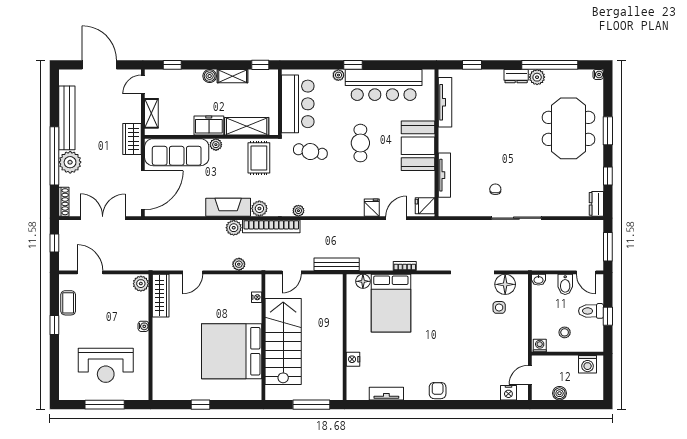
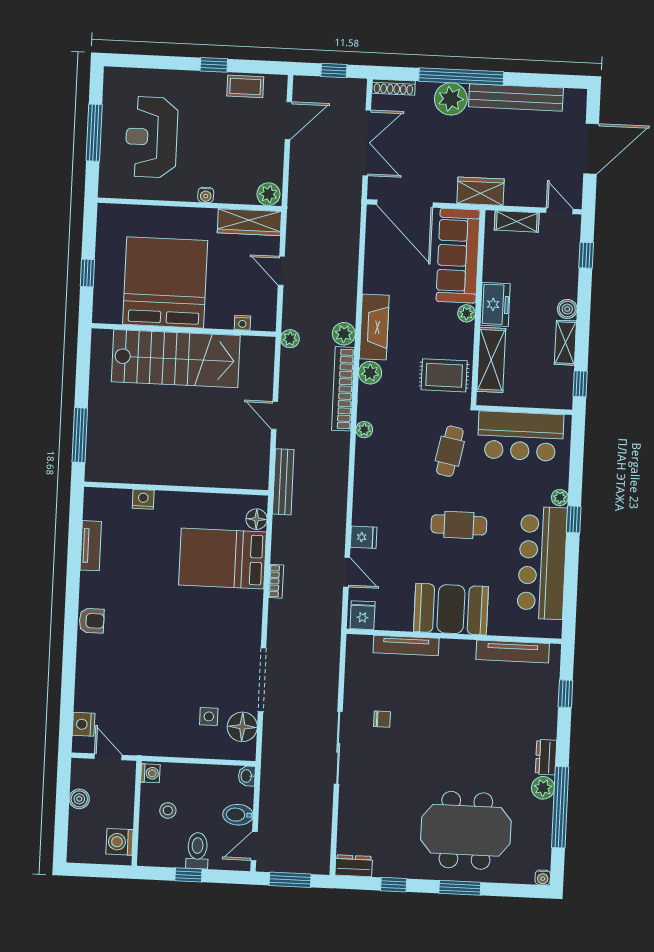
nightstand: (257, 297) -> (242, 323), moved
wall: (263, 337) -> (184, 330), moved
stairs: (283, 342) -> (176, 359), moved
bed: (232, 351) -> (165, 282), moved

